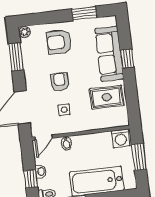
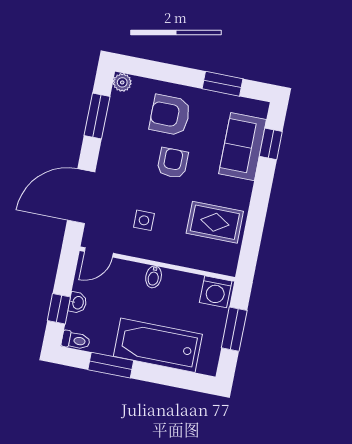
sofa: (109, 54) -> (243, 147), width x0.73
window: (127, 59) -> (271, 144), moved
armchair: (60, 82) -> (173, 163), moved
bidet: (66, 143) -> (154, 277), moved

